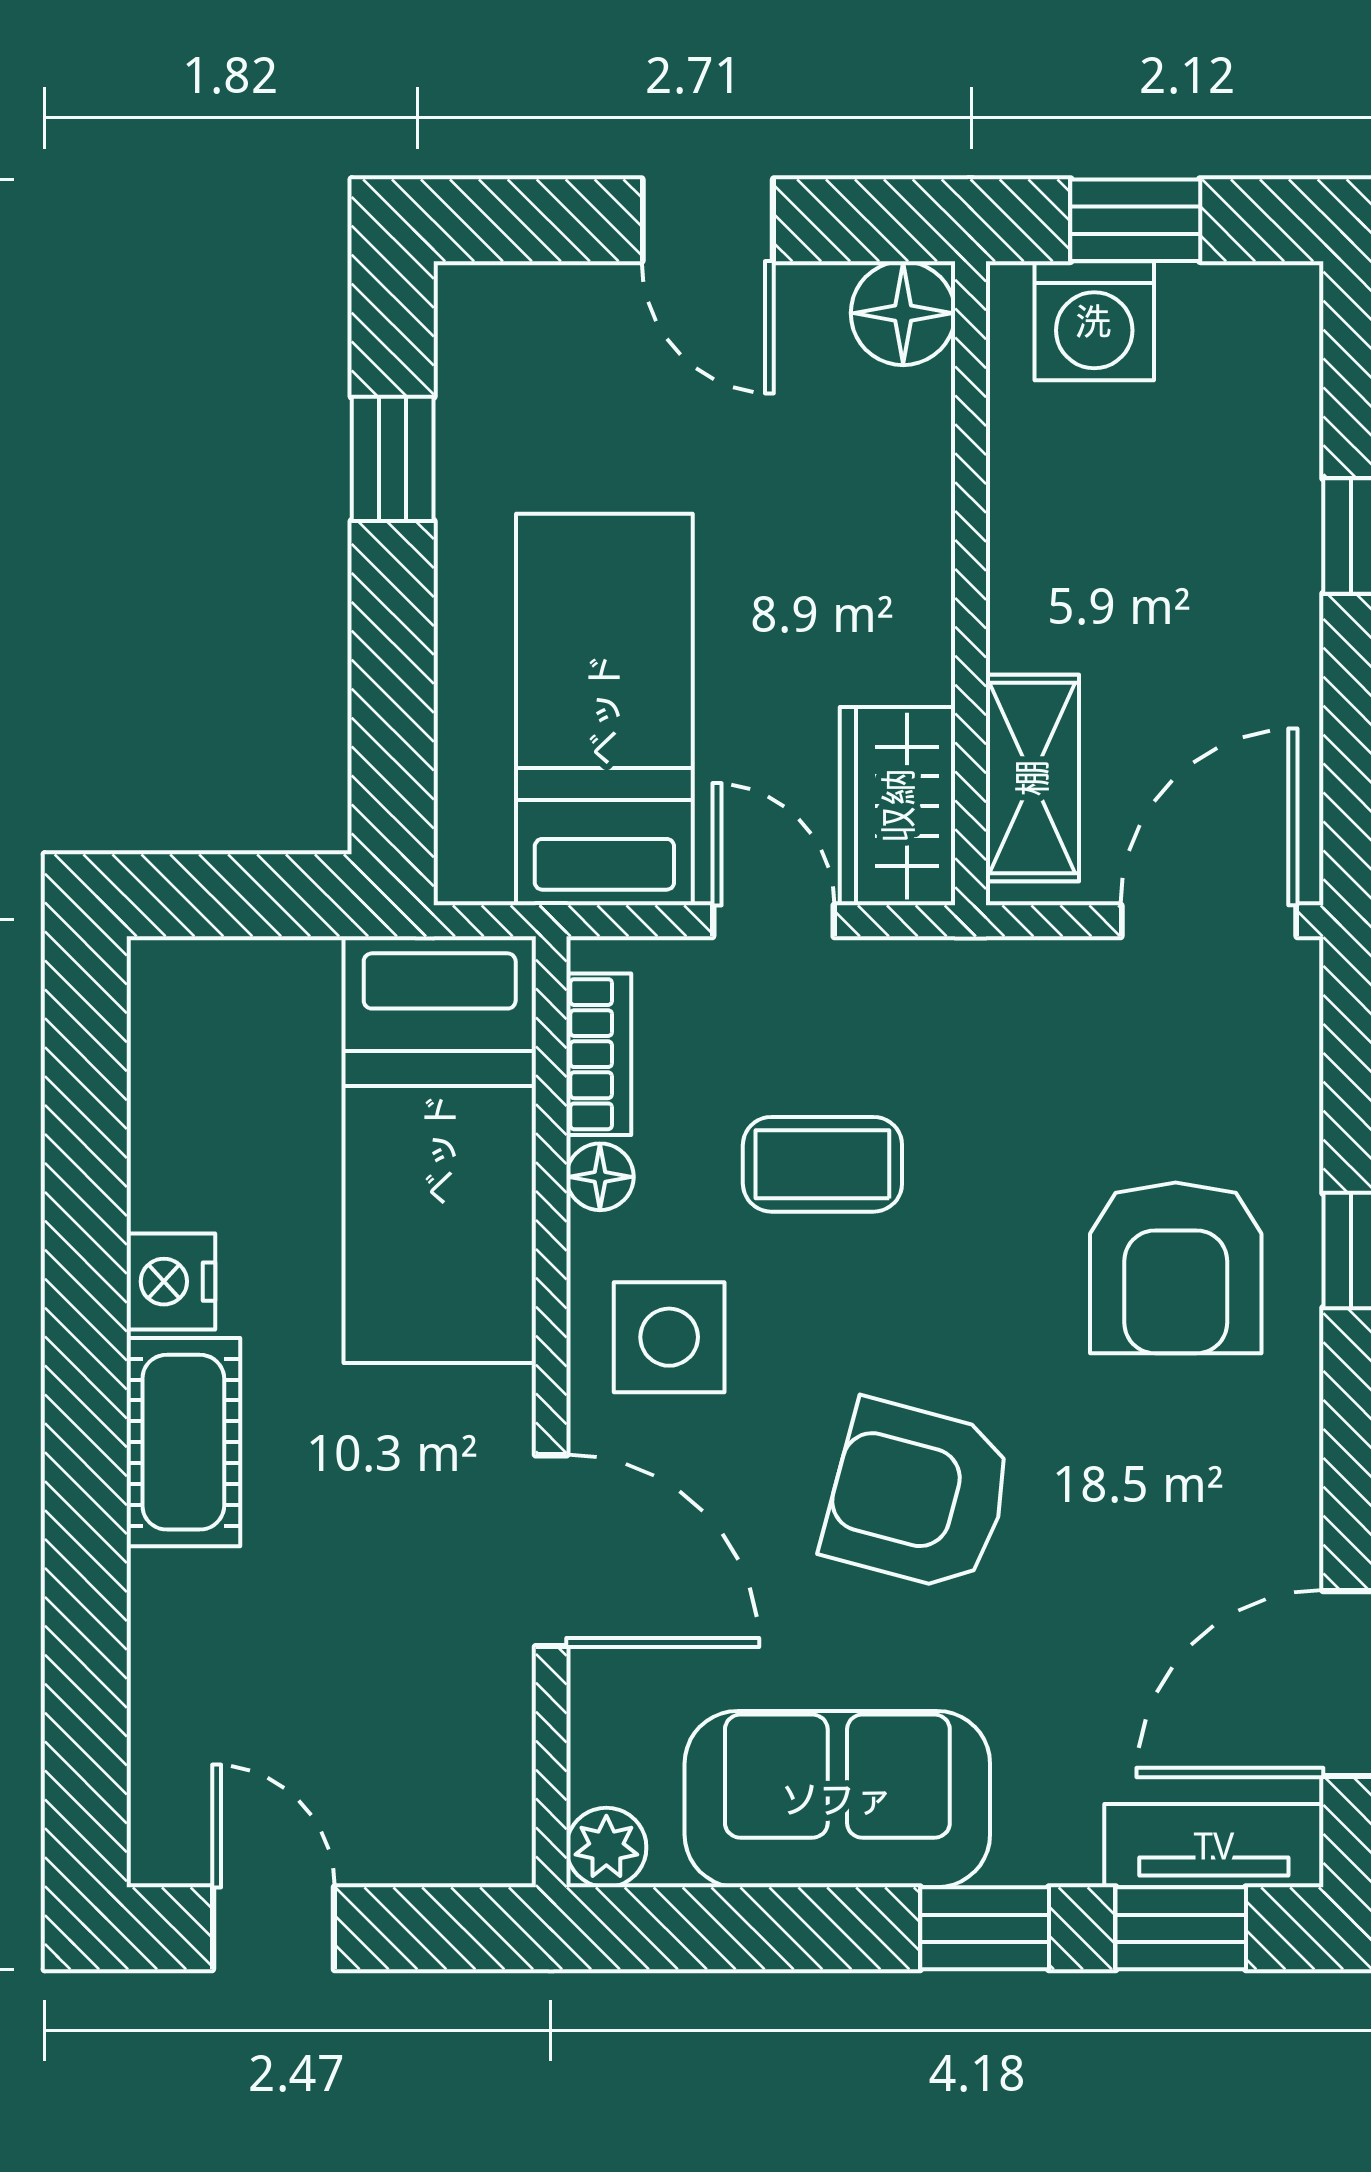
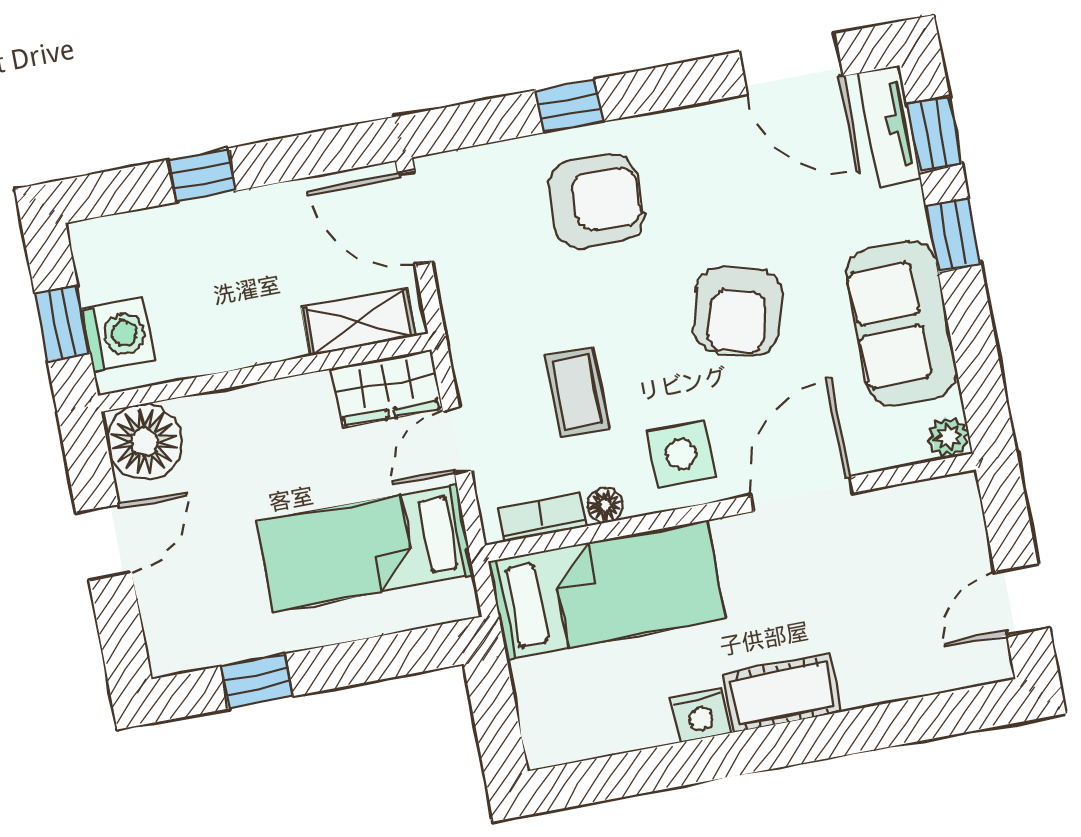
floor lamp: (903, 313) -> (145, 442), width x1.38, depth x1.38

